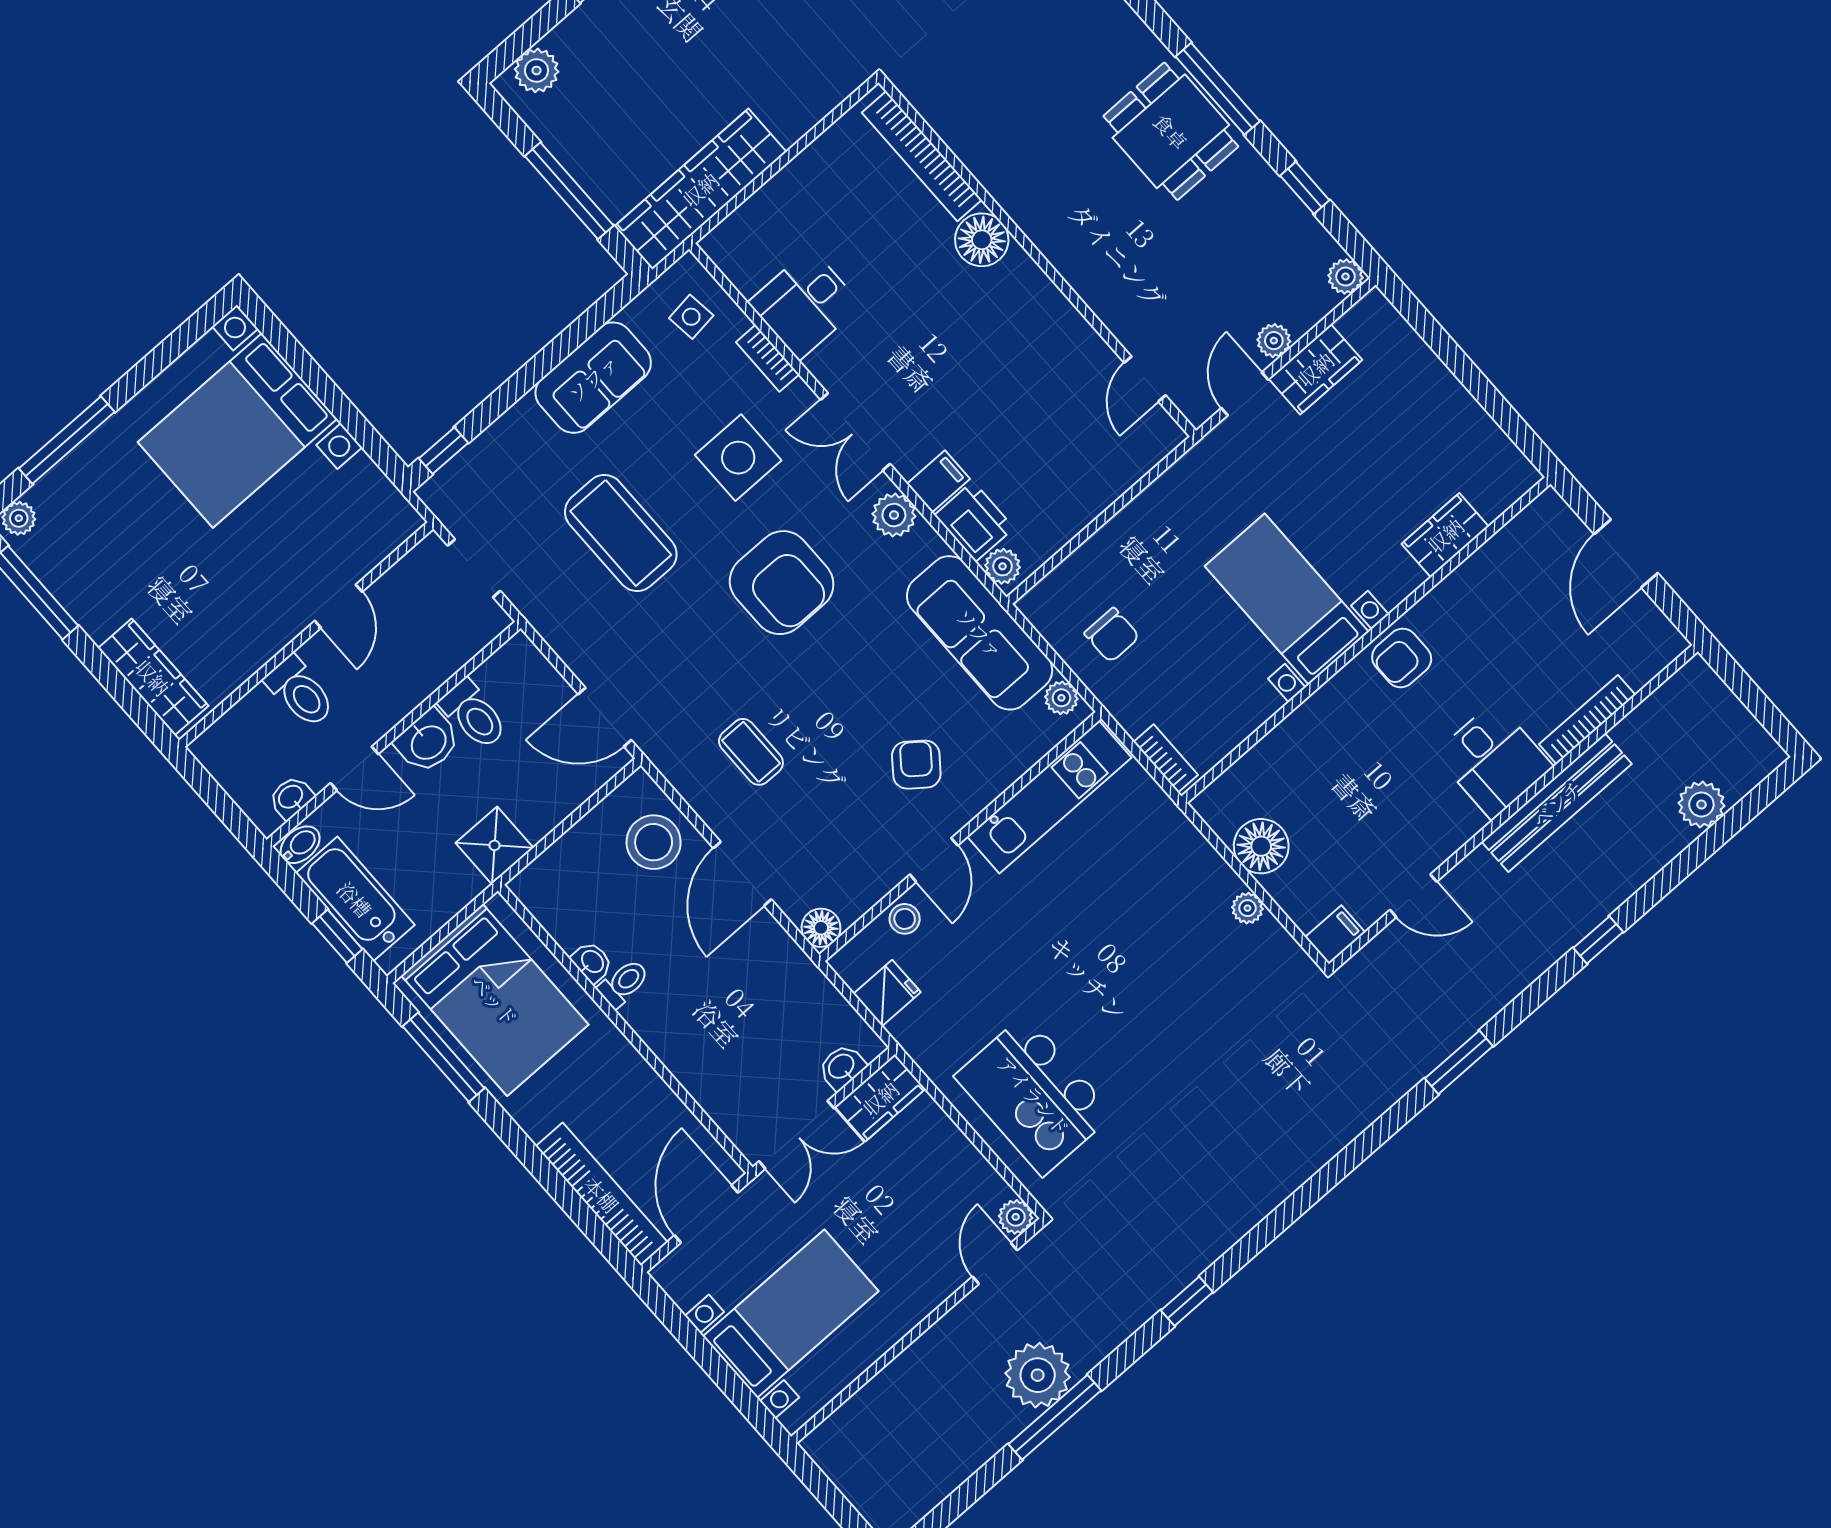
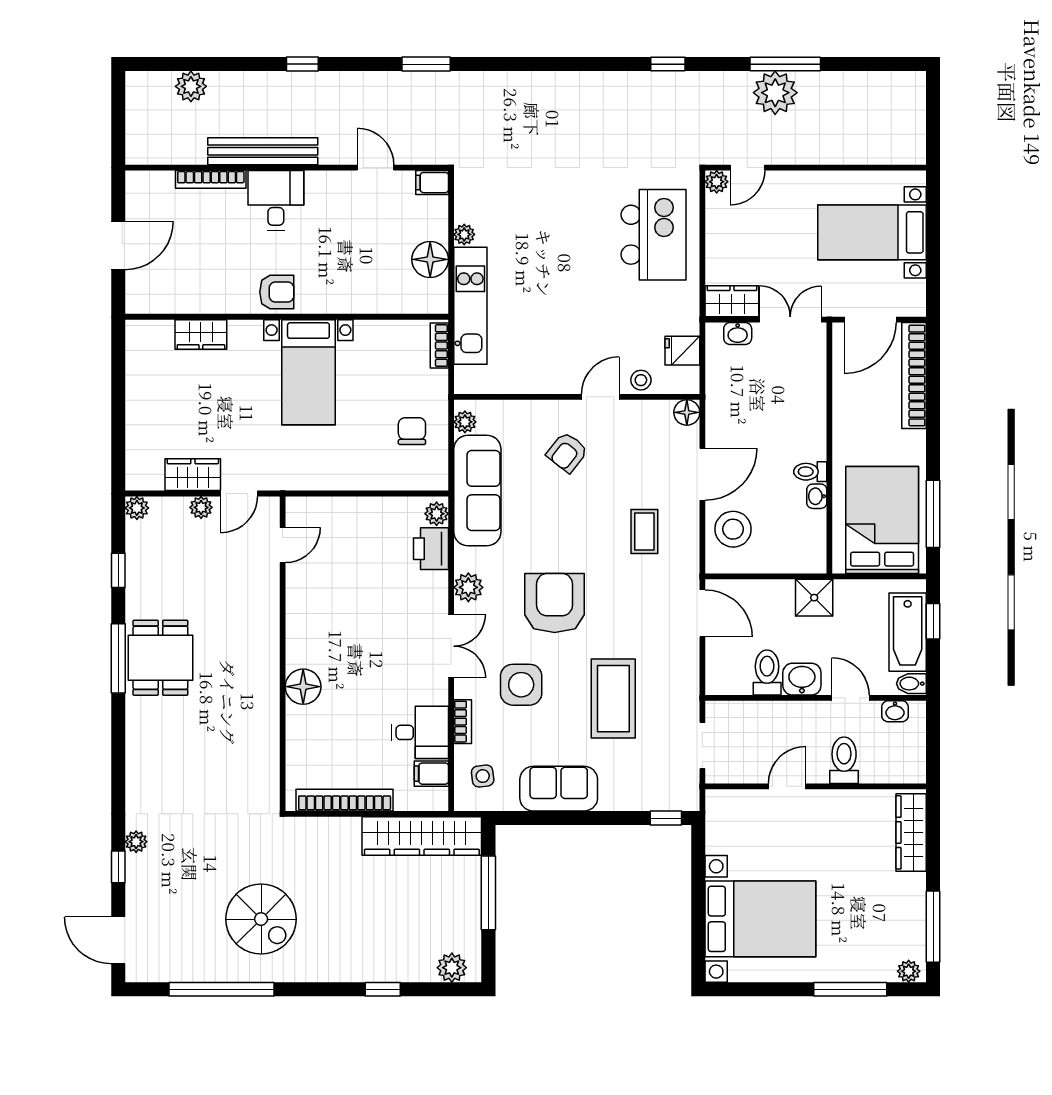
bookcase: (922, 156) -> (345, 800), moved, turned -90
filing cabinet: (938, 481) -> (431, 774), moved
kitchen unit: (1049, 797) -> (470, 306), moved, turned 90

